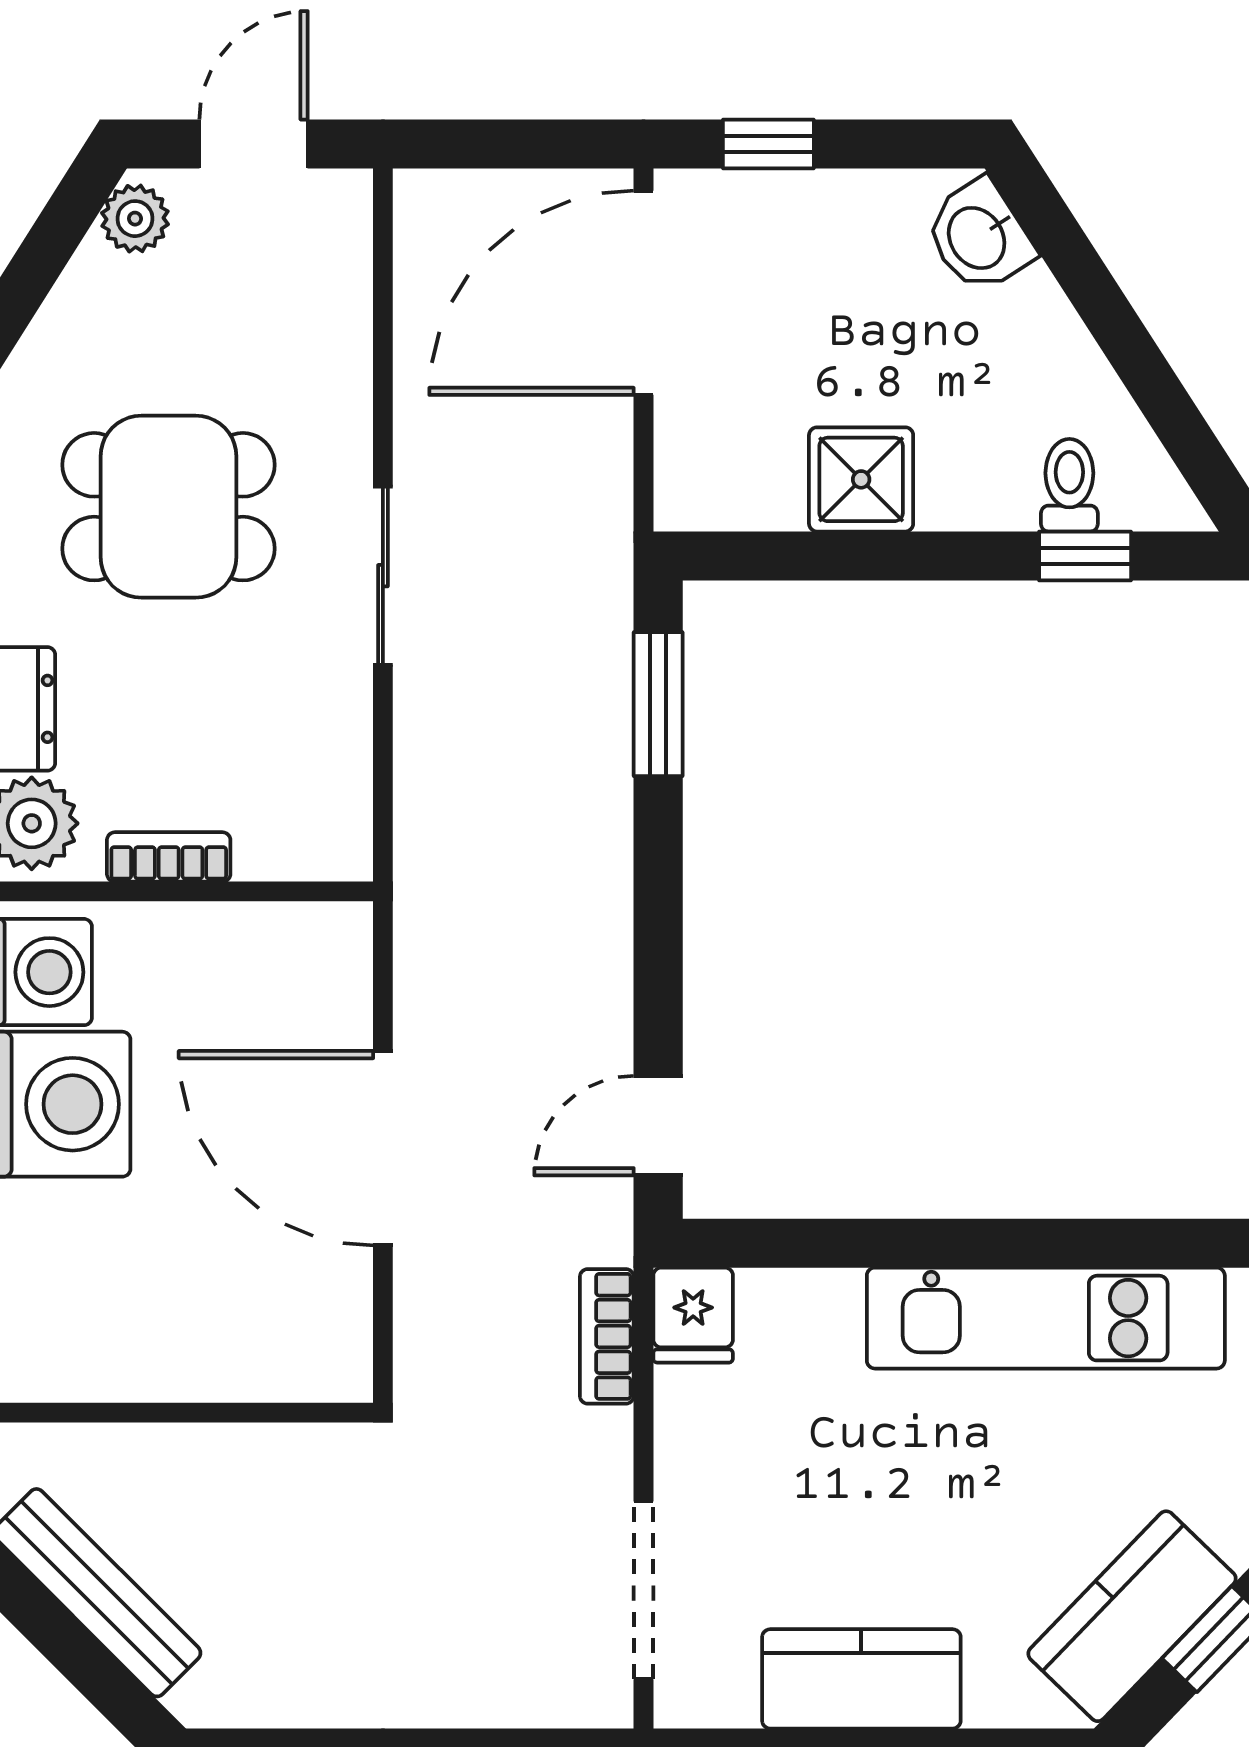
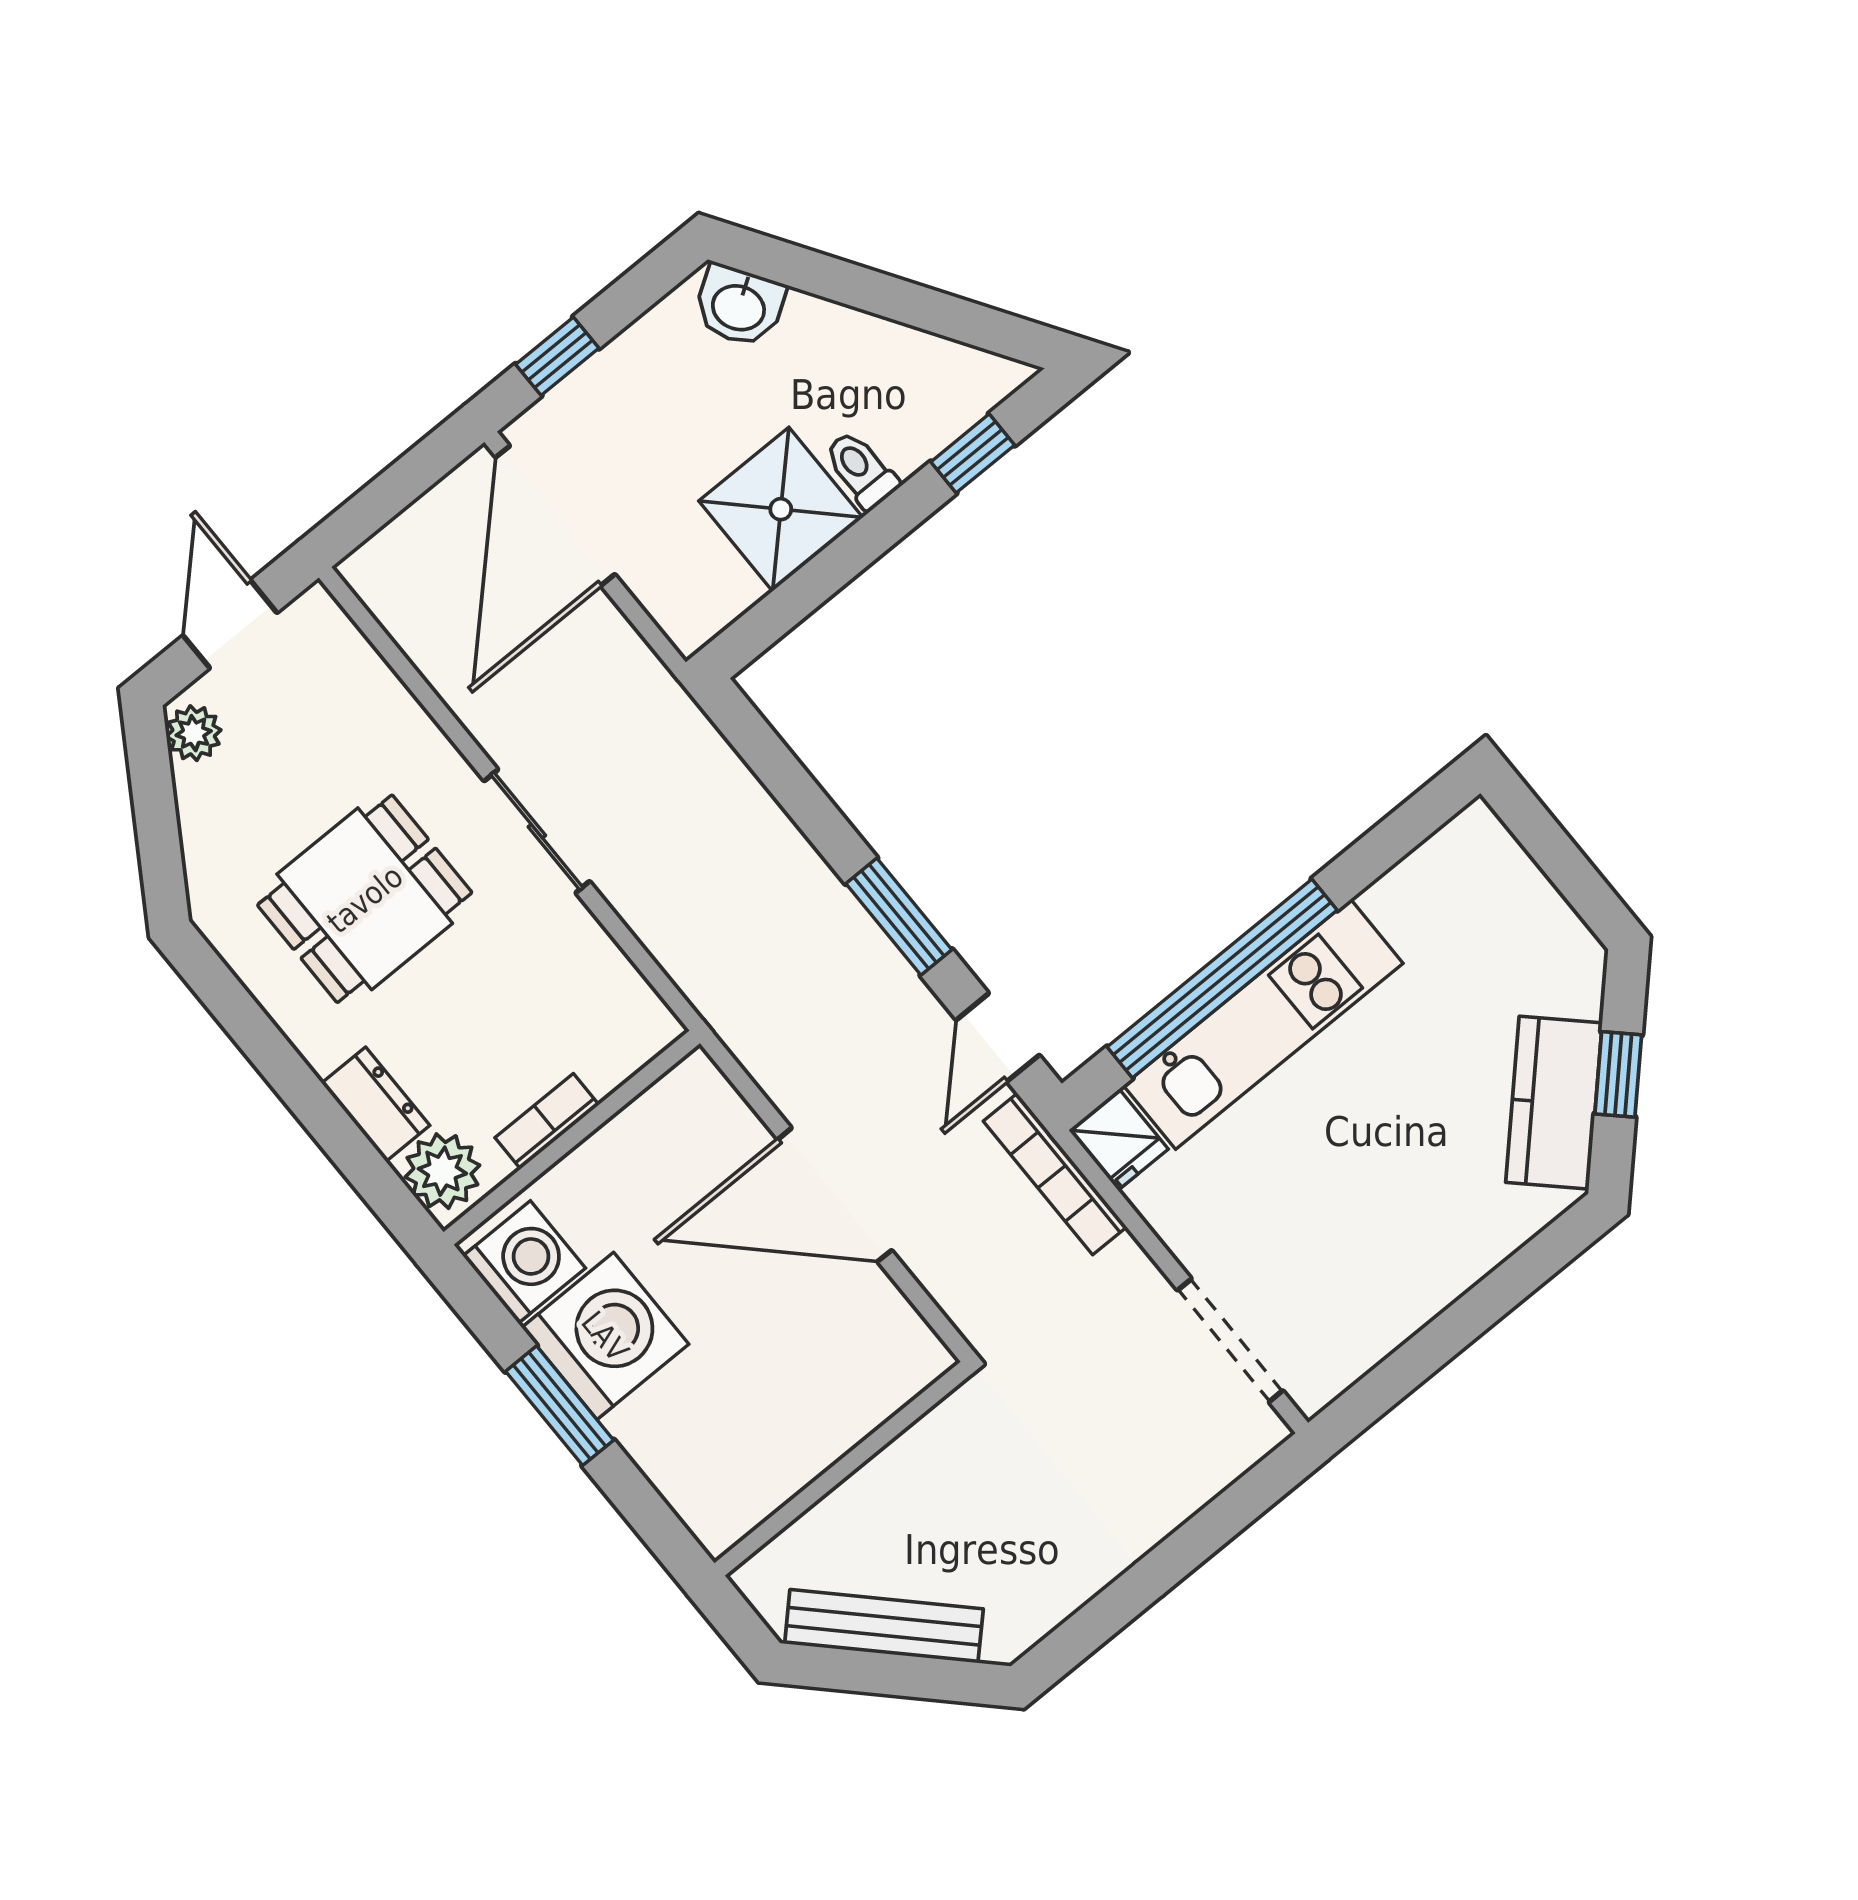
shower: (861, 479) -> (781, 509), width x1.36, depth x1.36
toilet: (1069, 485) -> (861, 470), moved
window: (658, 704) -> (899, 917), moved
window: (915, 1243) -> (1222, 978), added
kitchen unit: (1046, 1318) -> (1263, 1024), moved
bookcase: (607, 1336) -> (1055, 1174), width x1.56
kitchen counter: (861, 1679) -> (1415, 1283), removed

